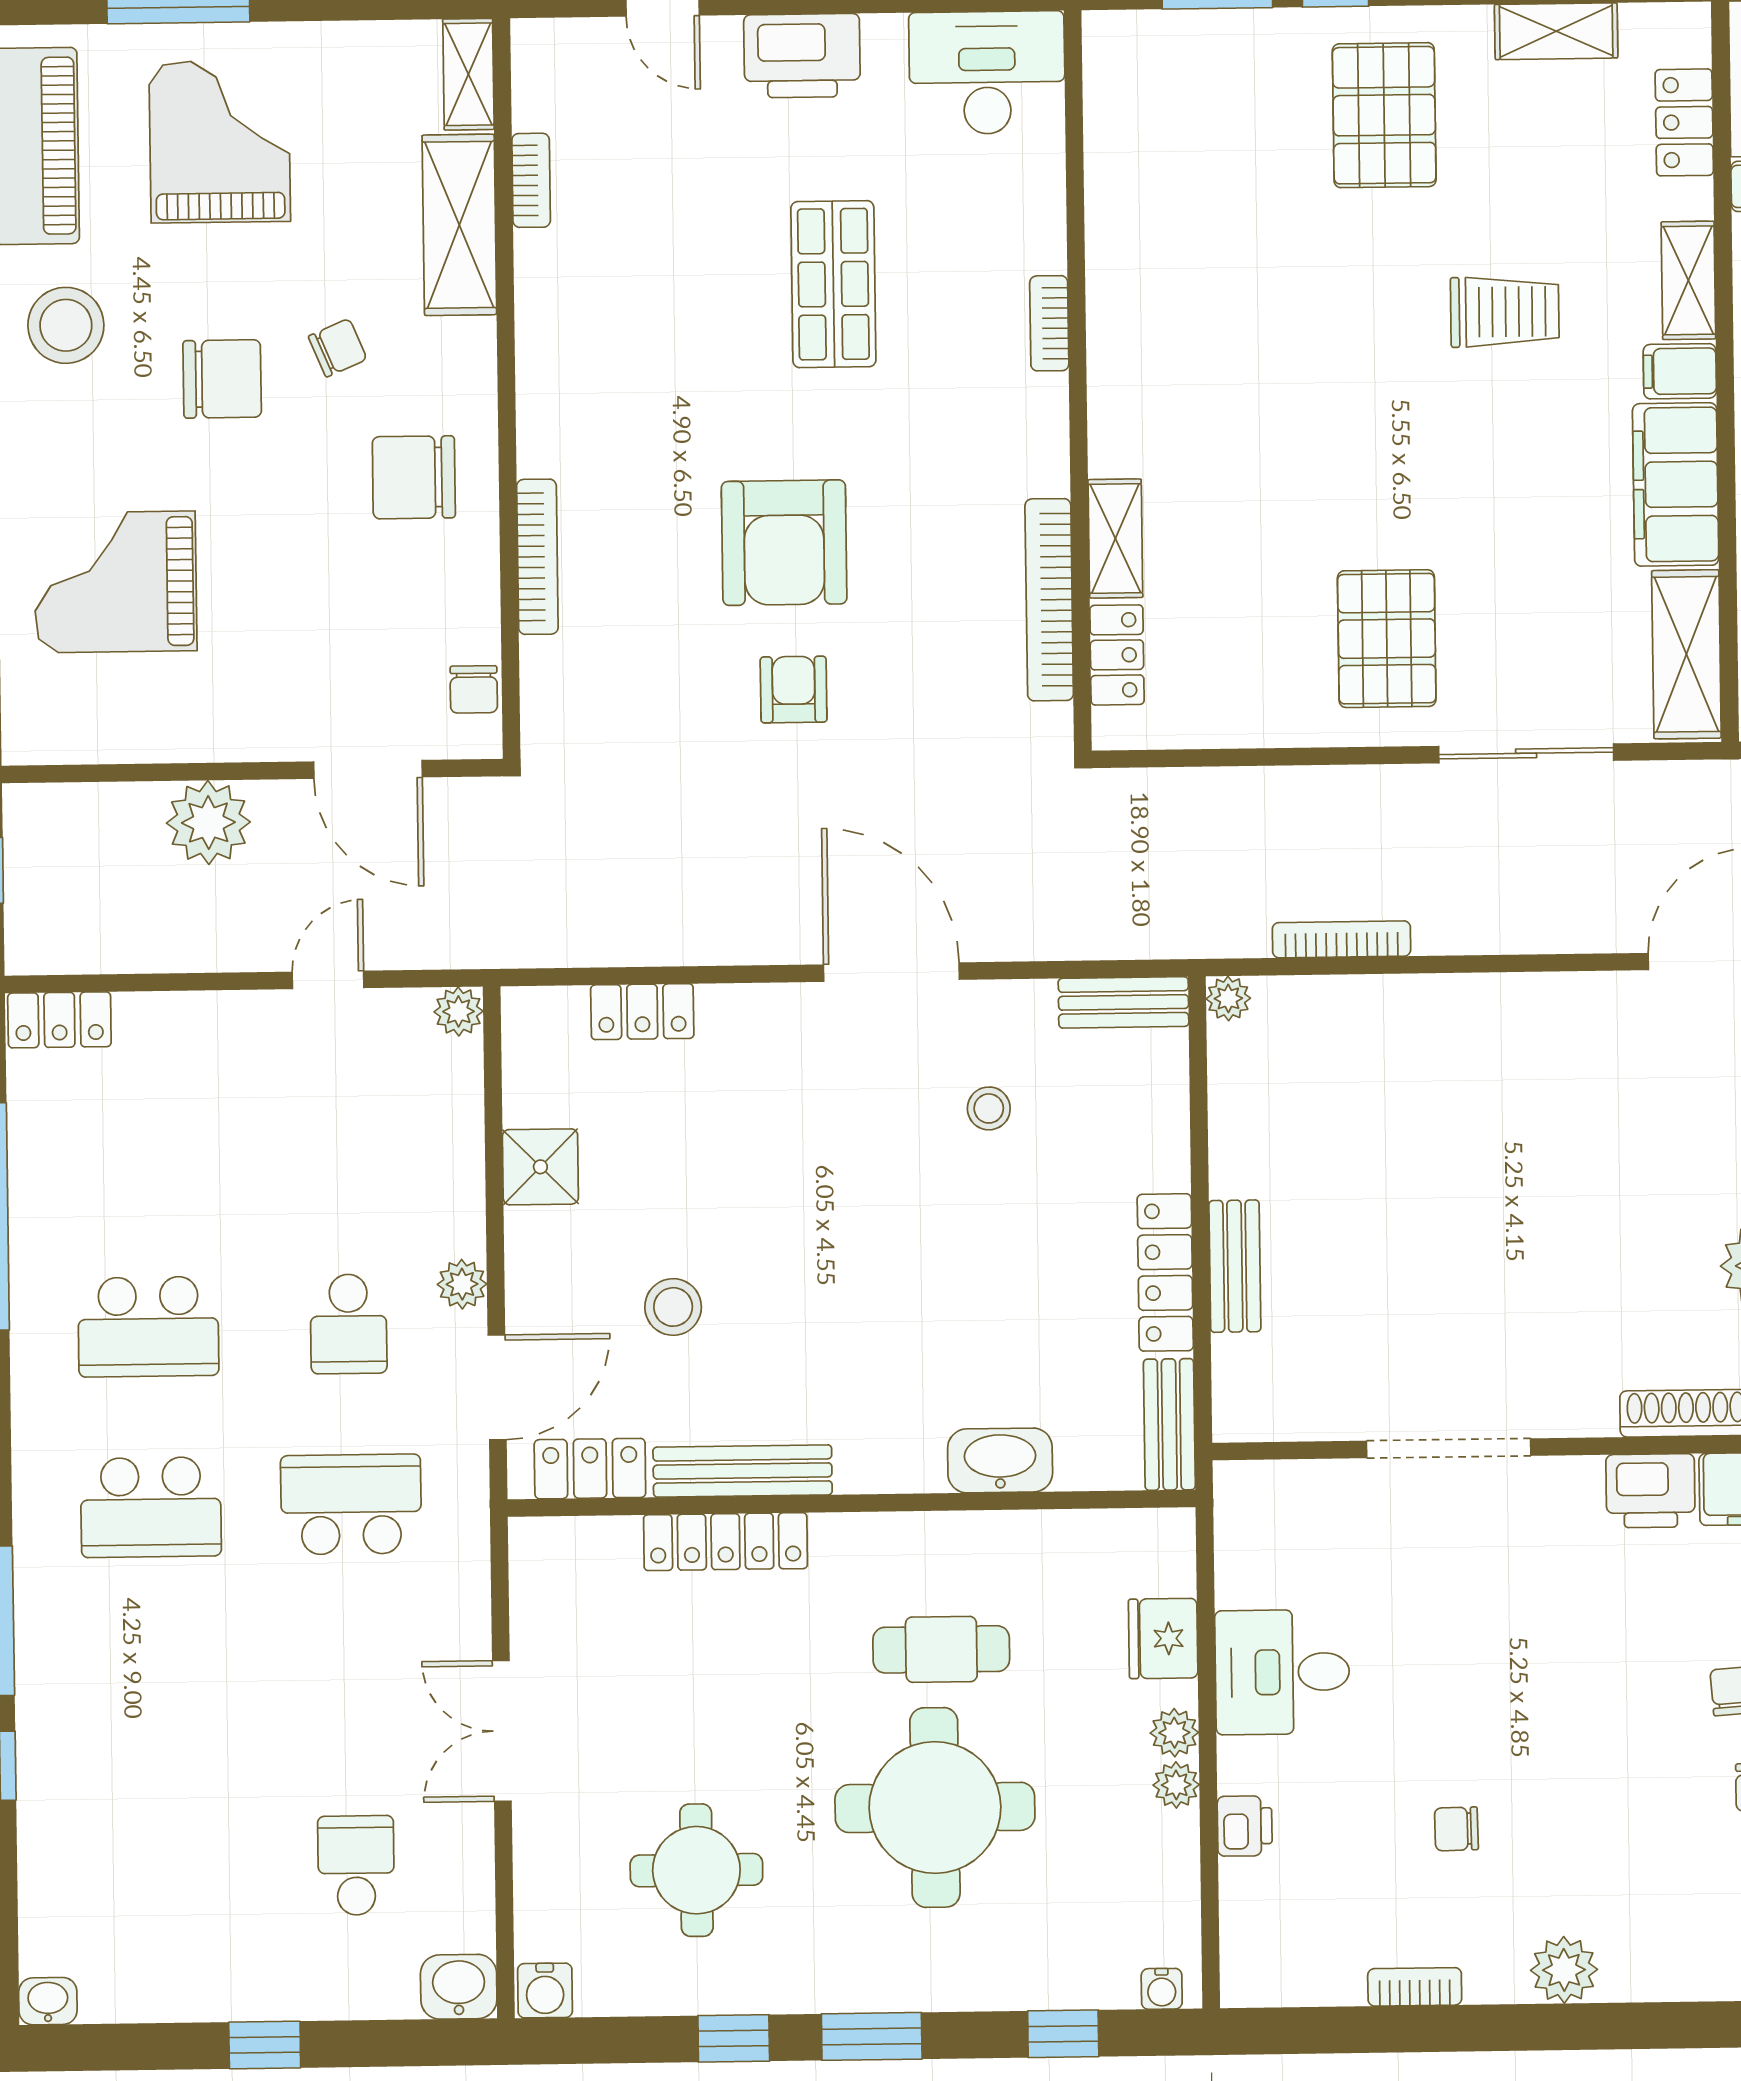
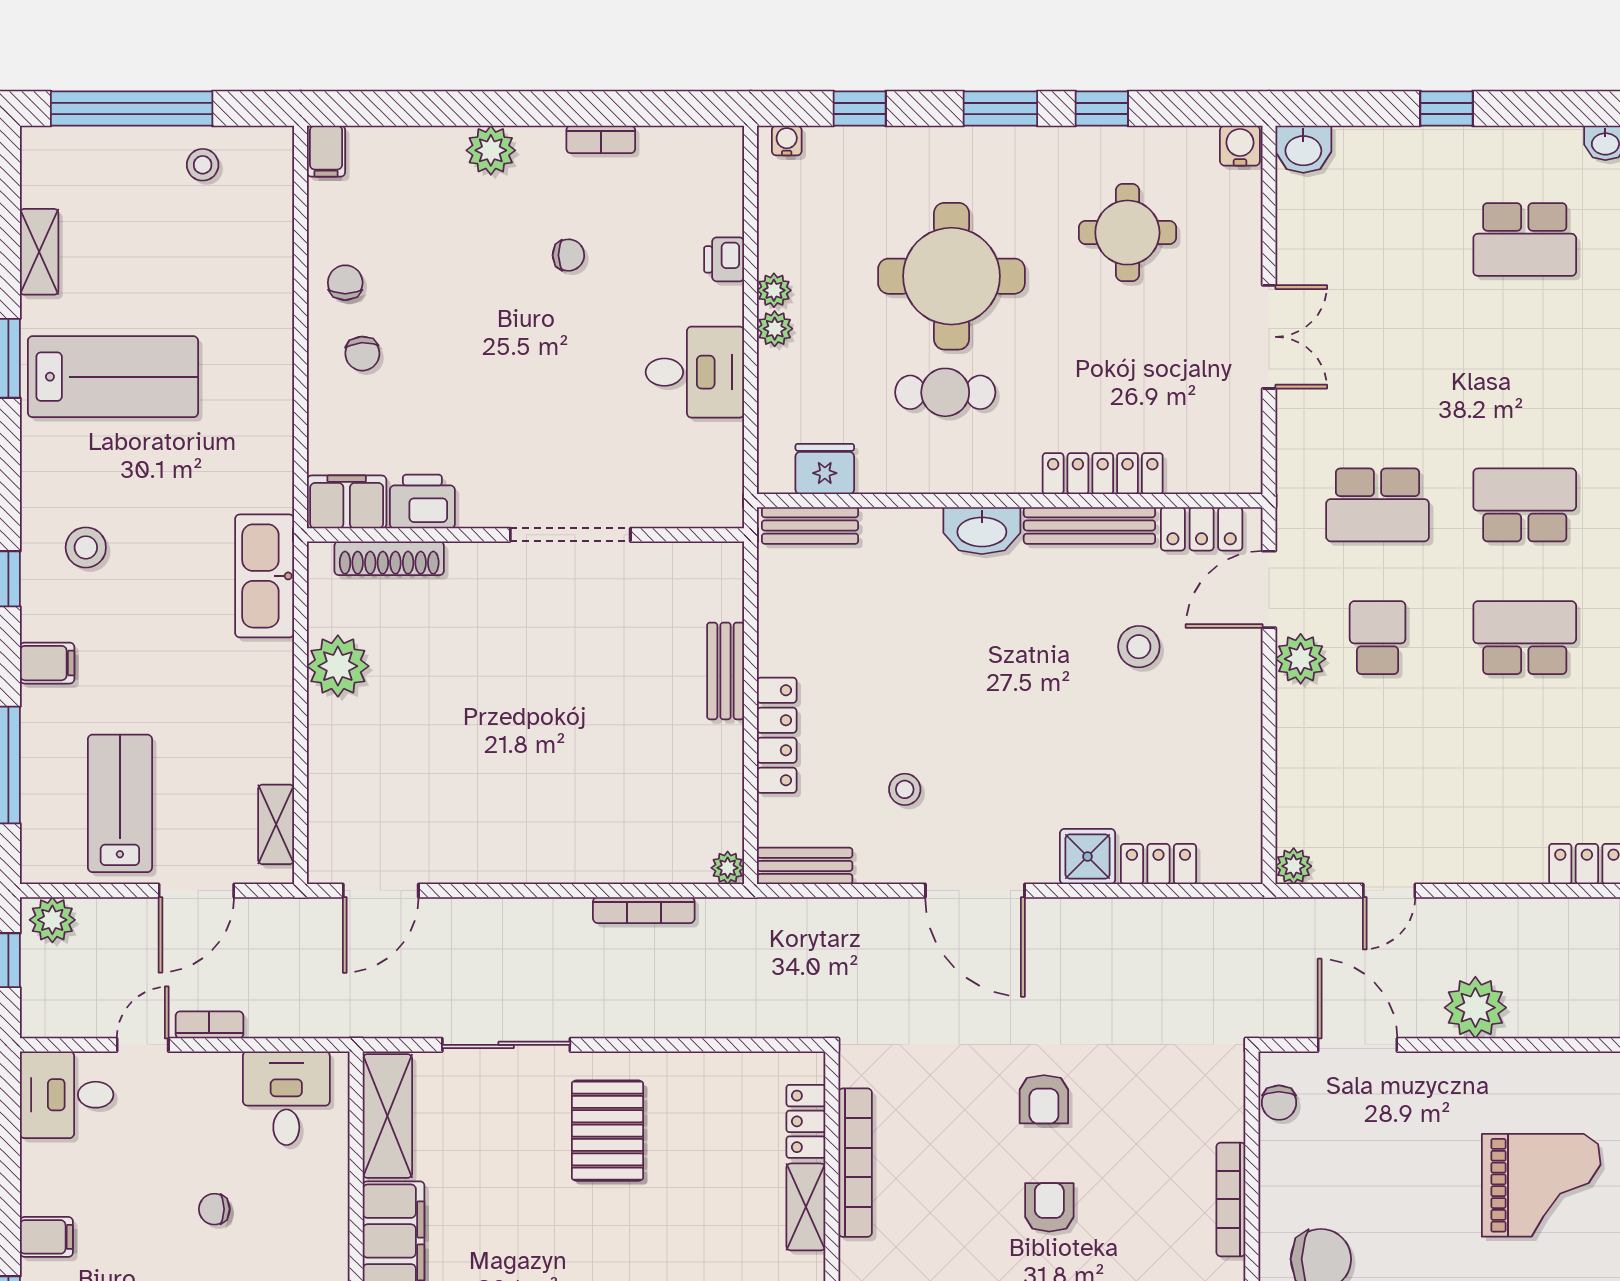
armchair: (784, 543) -> (1049, 1207), width x0.53, depth x0.53
chair: (474, 689) -> (1279, 1103), turned 180
shower: (540, 1167) -> (1088, 857), moved
locker: (1165, 1272) -> (777, 735), moved
plant: (462, 1284) -> (1301, 659), width x1.38, depth x1.38
bench: (1169, 1424) -> (810, 525), moved, turned 90
washbasin: (1000, 1460) -> (982, 531), moved
fridge: (1163, 1638) -> (825, 469), moved, turned -90
school desk: (356, 1865) -> (1525, 240), moved, width x1.85

